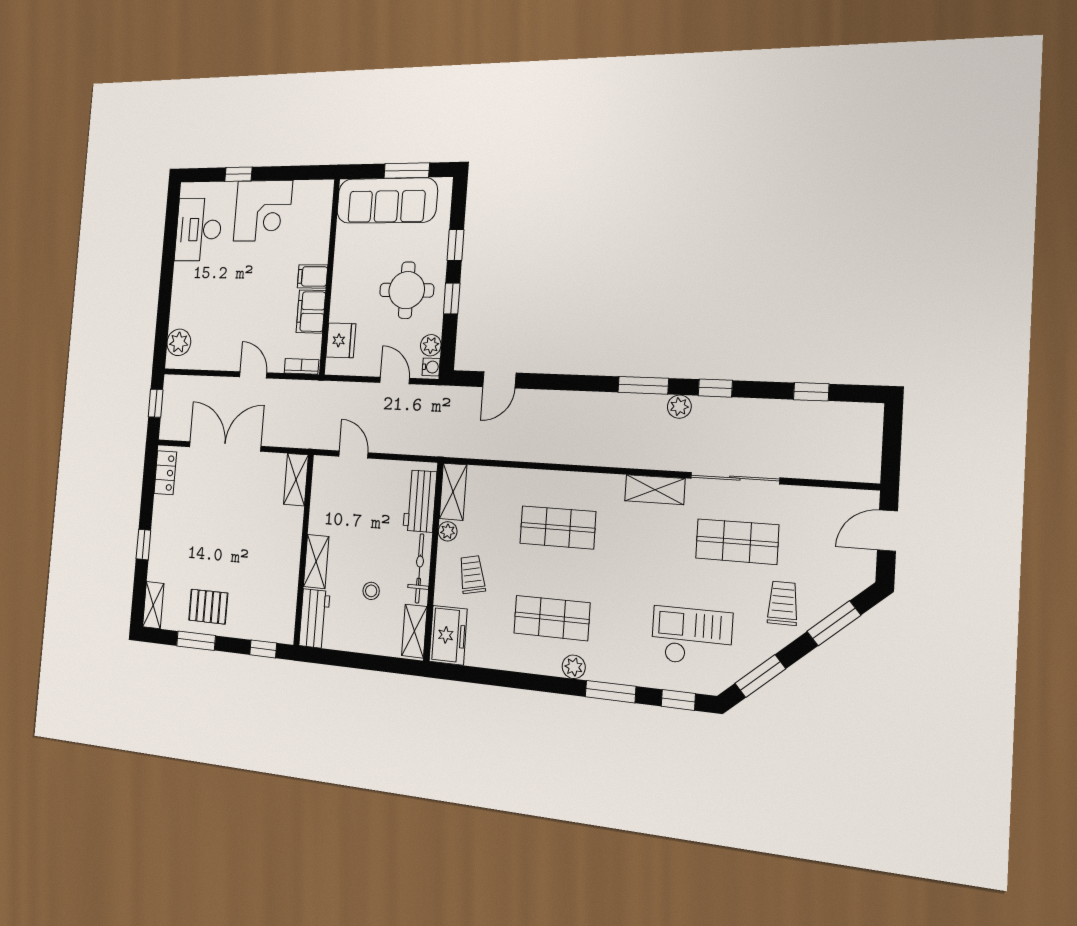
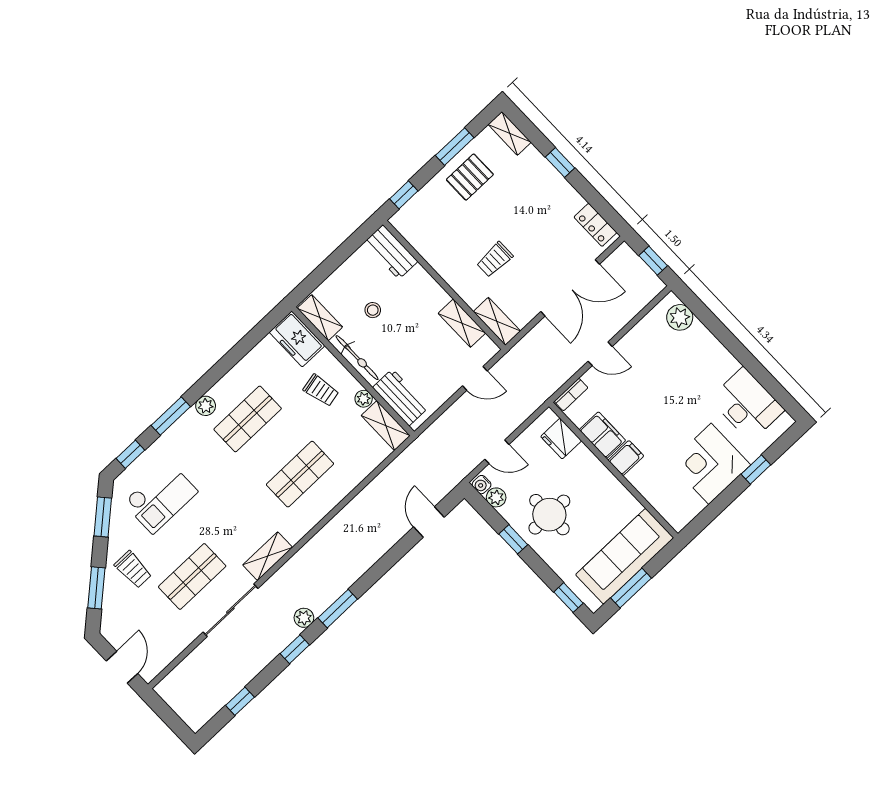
window: (456, 245) -> (568, 598), moved
trolley: (252, 527) -> (495, 260), added
shelving: (316, 561) -> (462, 323), moved

